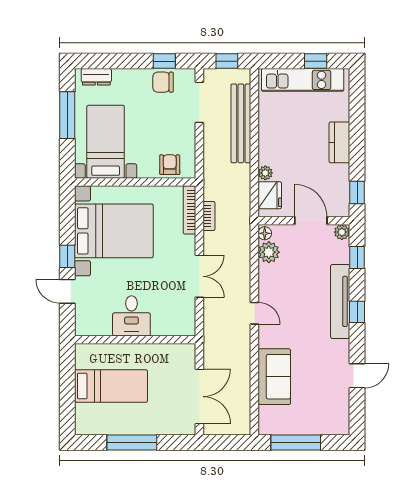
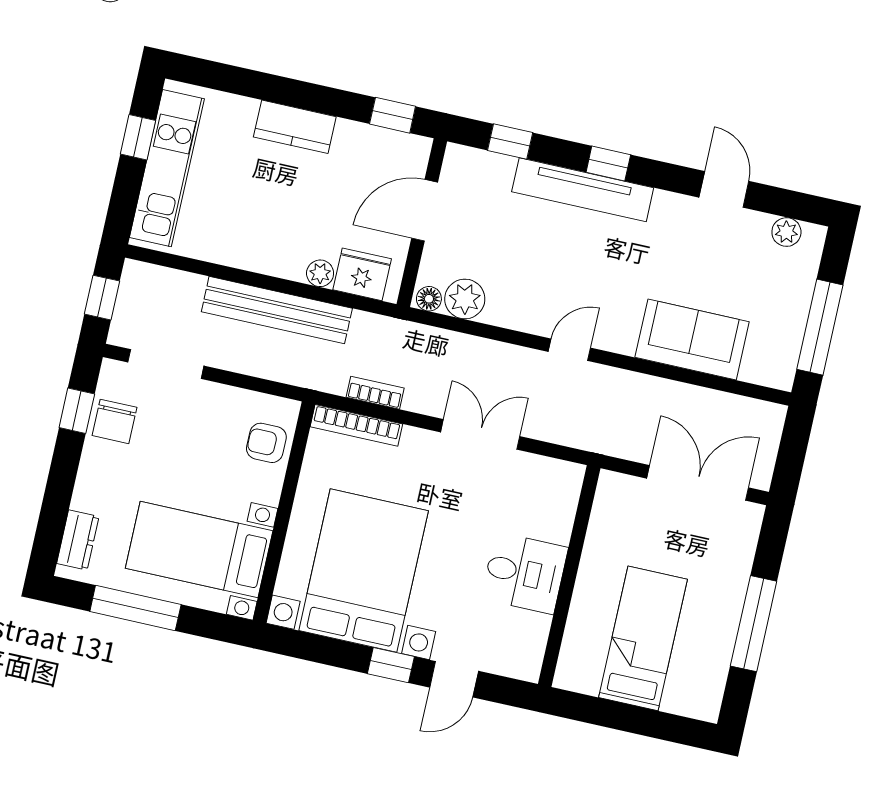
bench: (241, 123) -> (277, 310), moved
plant: (342, 232) -> (786, 232), moved

